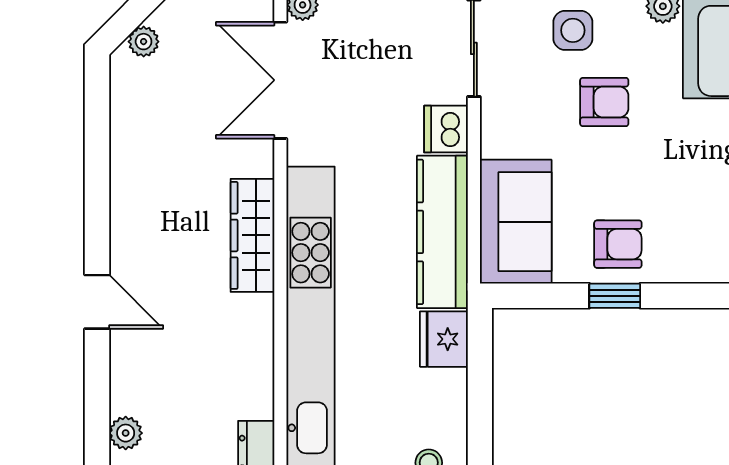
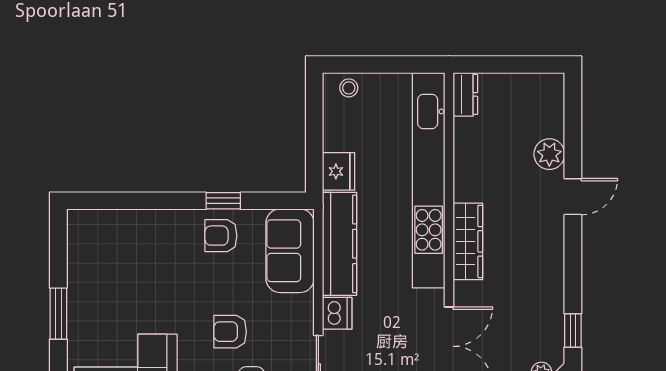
window: (97, 104) -> (573, 330), added
door: (97, 302) -> (573, 197), swing flipped
plant: (126, 433) -> (549, 154), moved, width x1.38, depth x1.38

